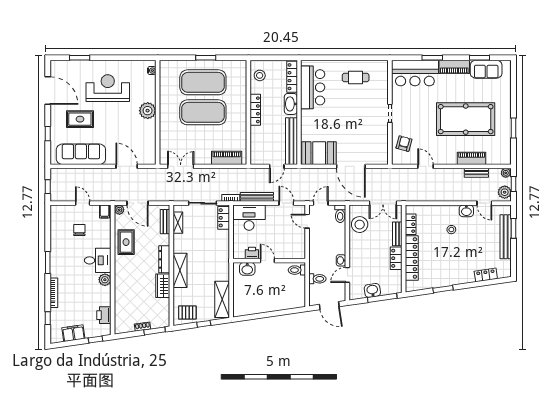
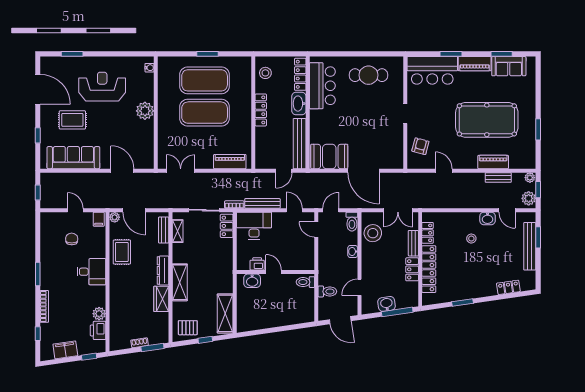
cafe table: (356, 77) -> (368, 75), width x1.37, depth x1.35
washbasin: (341, 260) -> (353, 251), moved
plant: (105, 280) -> (99, 314), moved

